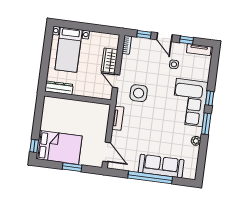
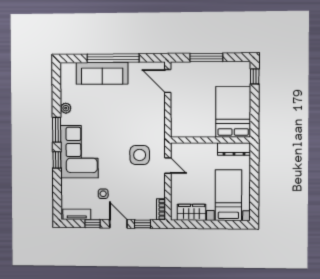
wardrobe: (109, 61) -> (192, 212), moved, turned -90
tv unit: (118, 118) -> (160, 122), removed
bed: (59, 147) -> (233, 112), moved, turned 90
window: (72, 167) -> (206, 57), width x1.44

